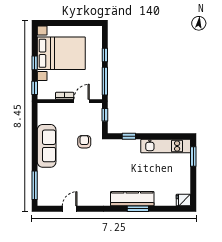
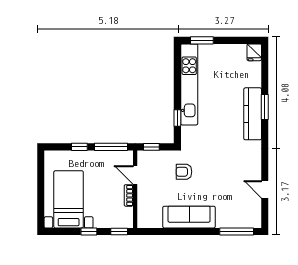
bed with nightstands: (61, 53) -> (69, 199), width x0.73
kitchen unit: (166, 146) -> (189, 84), width x1.36

